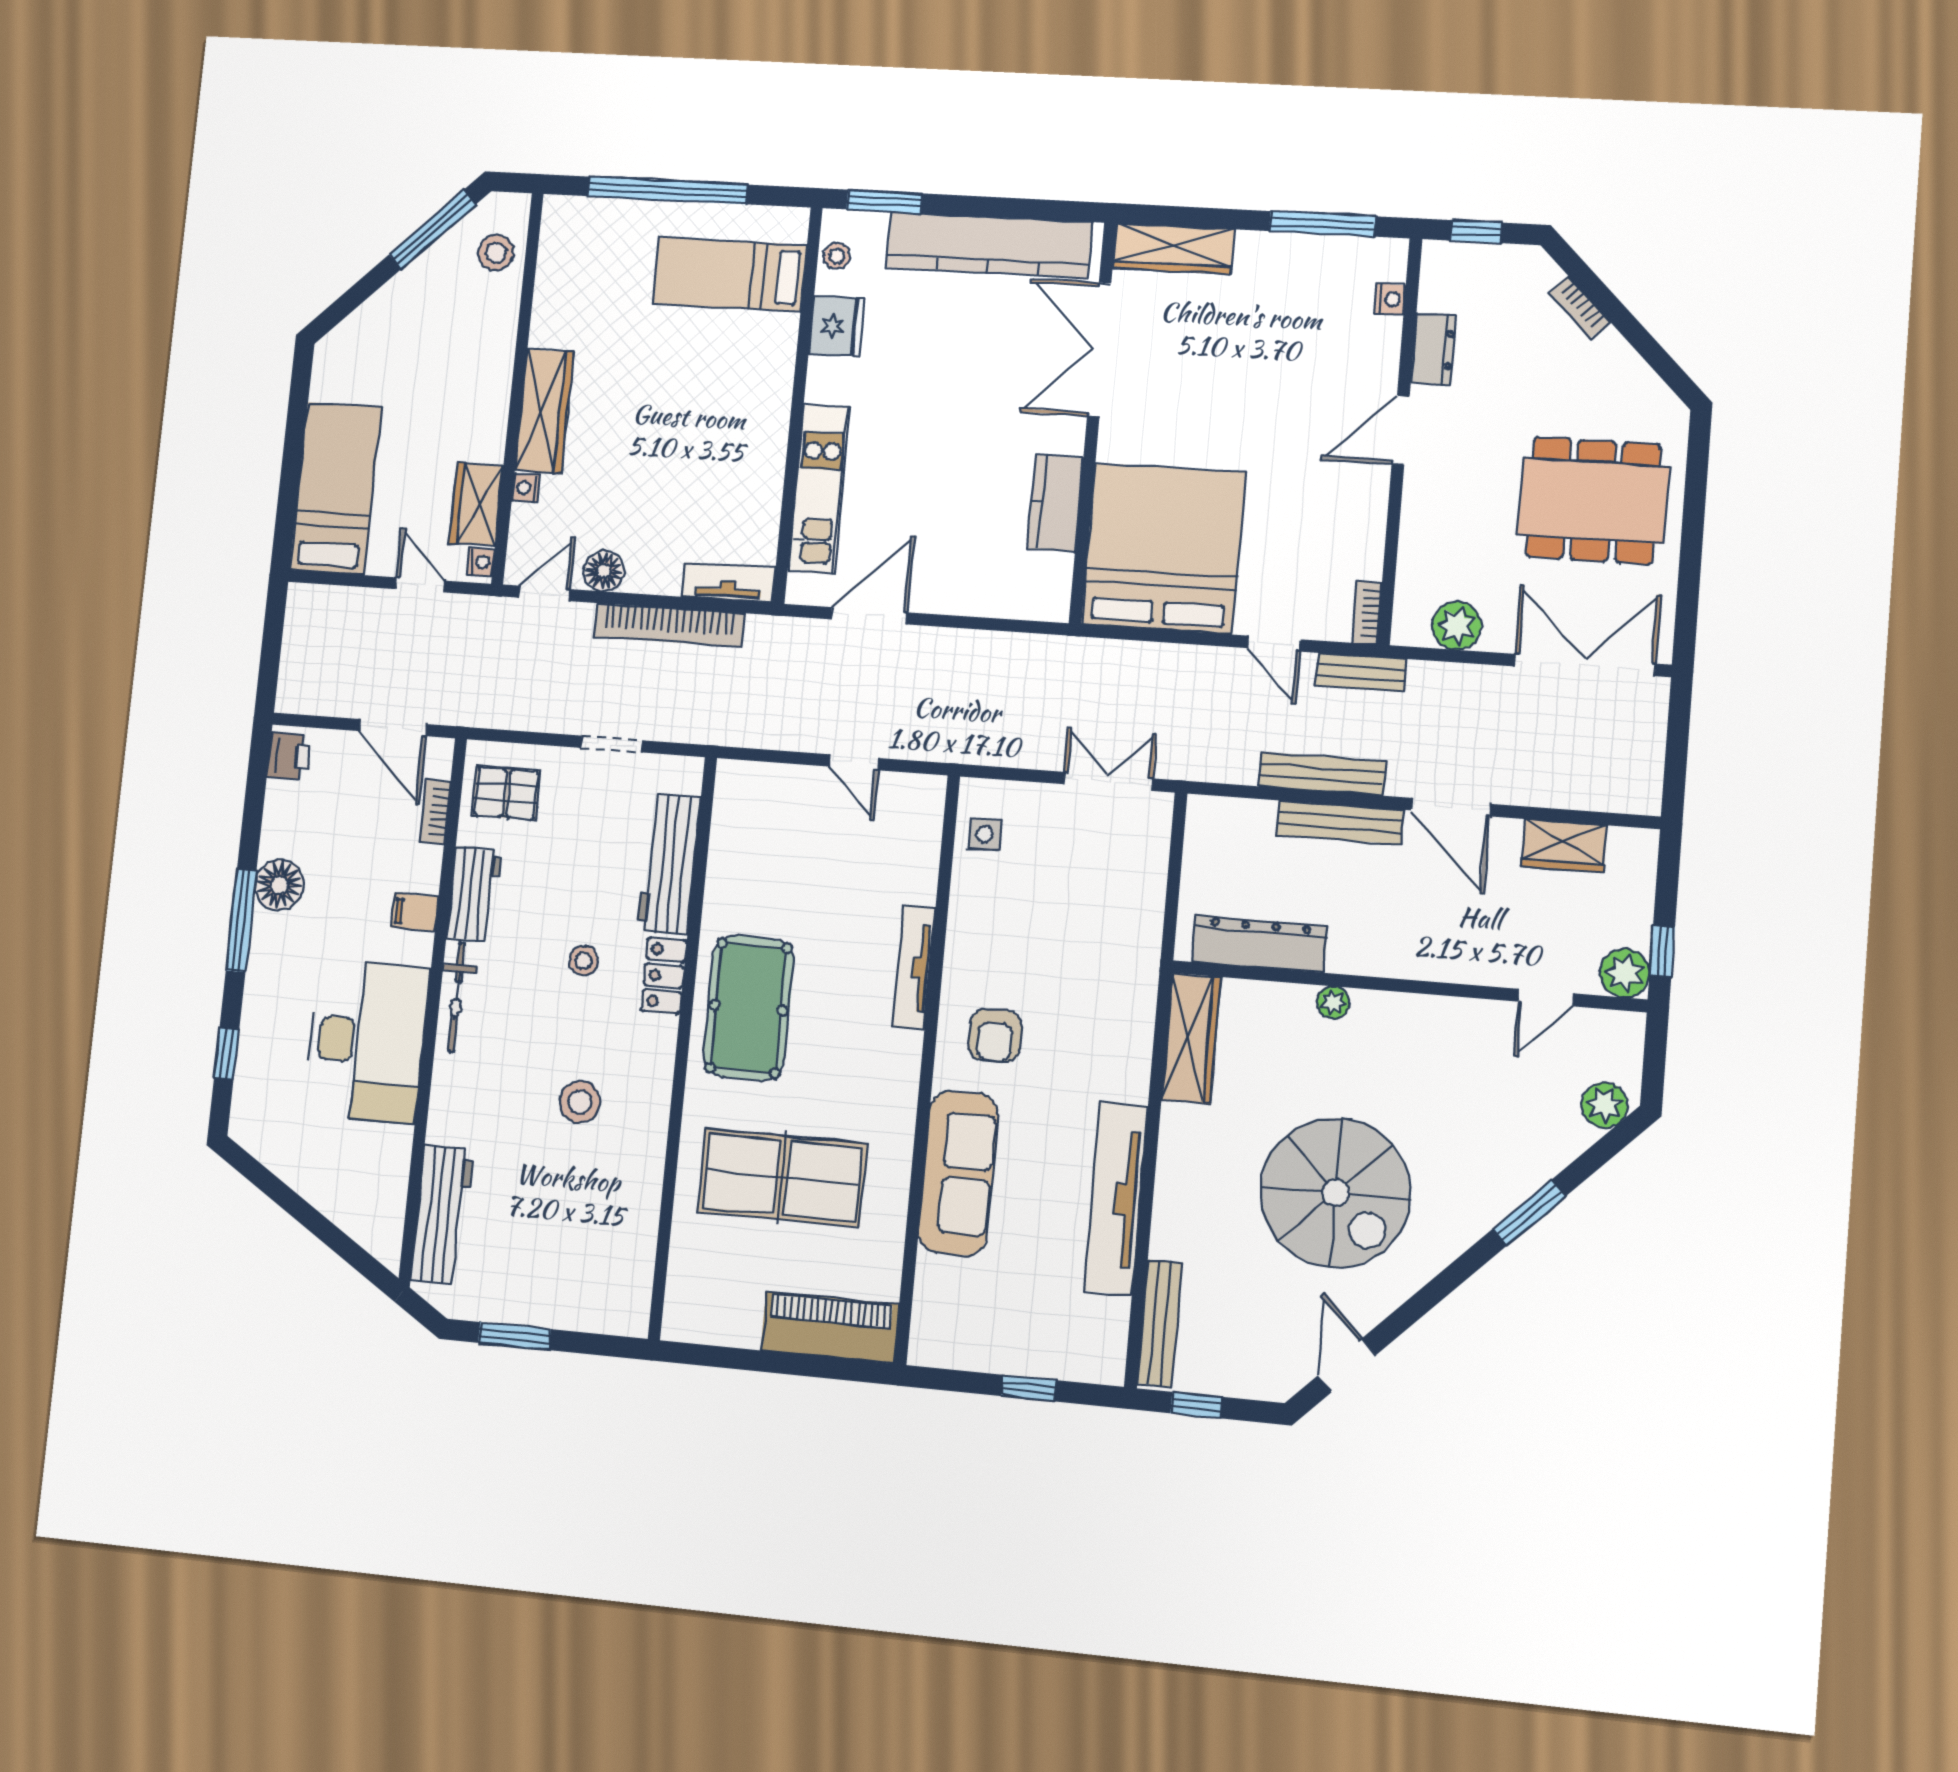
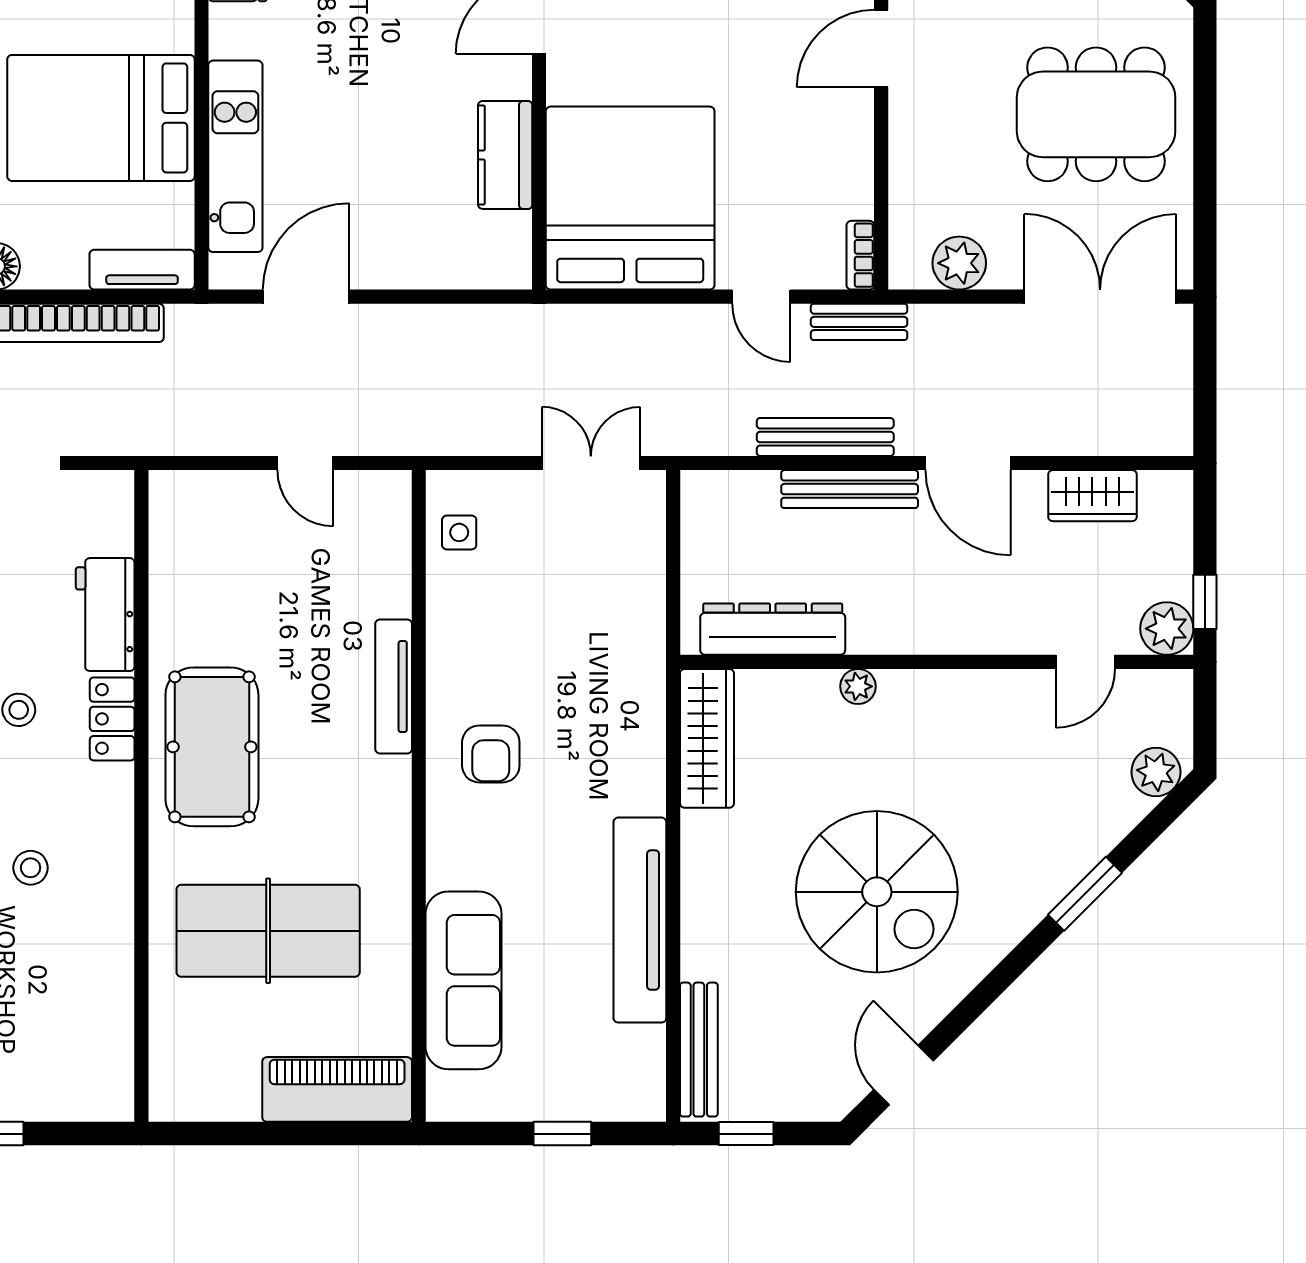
bed: (706, 449) -> (101, 118), added
workbench: (669, 864) -> (105, 615), width x0.73
stool: (580, 1102) -> (31, 868), width x0.73, depth x0.73
sofa: (958, 1173) -> (464, 980), moved

